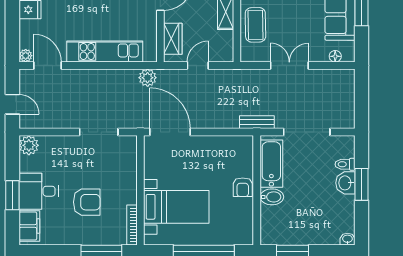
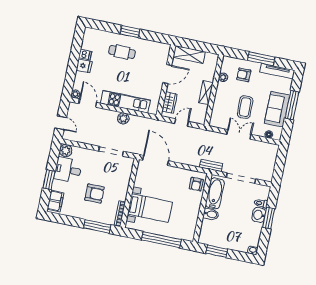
coffee table: (255, 25) -> (245, 107), moved
plant: (148, 78) -> (123, 118), moved
armchair: (243, 187) -> (196, 184), moved
desk: (39, 191) -> (68, 170), moved

